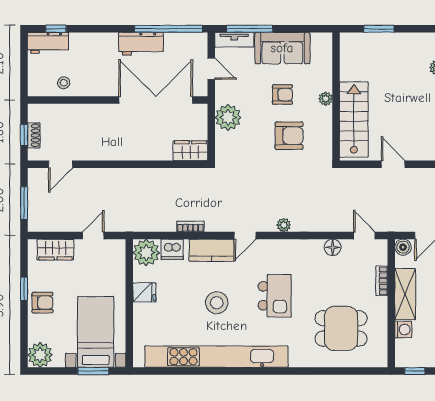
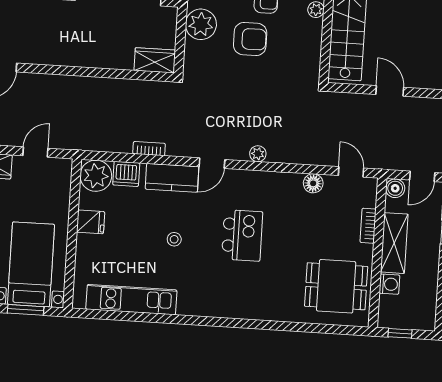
armchair: (289, 136) -> (250, 39), moved
stool: (217, 303) -> (174, 239), width x0.53, depth x0.53
dining table: (341, 328) -> (336, 286), moved
kitchen unit: (216, 357) -> (131, 300), width x0.54

